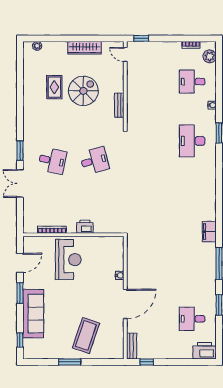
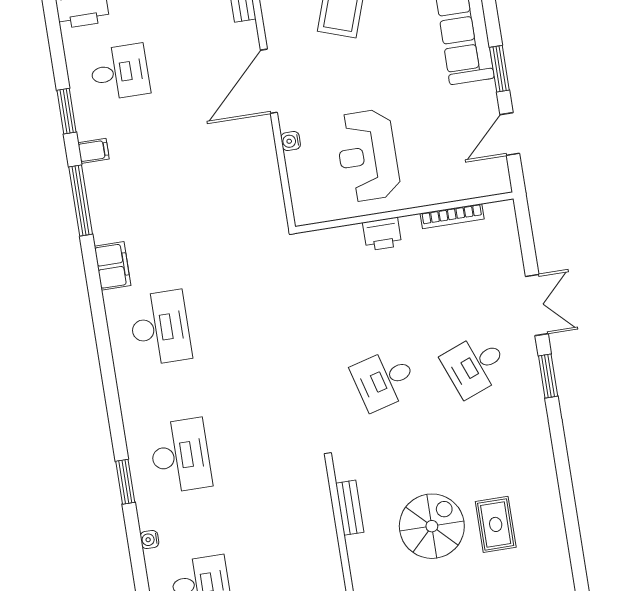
spiral stairs: (83, 91) -> (432, 526), turned 180
desk: (52, 161) -> (475, 365), turned -33
desk: (192, 200) -> (160, 328), added
reception desk: (68, 260) -> (368, 156), moved
filing cabinet: (210, 285) -> (94, 151), added

